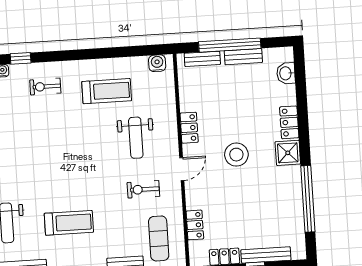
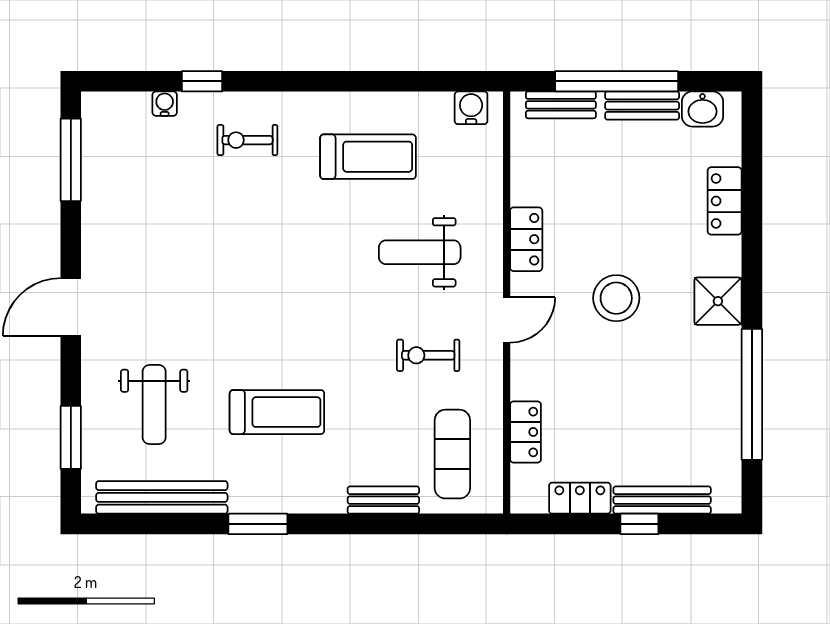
washbasin: (286, 73) -> (703, 109), moved, turned -90
locker: (289, 122) -> (725, 201), moved
weight bench: (136, 138) -> (420, 252), turned 90

